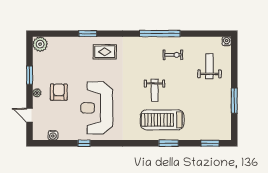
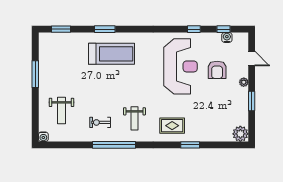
weight bench: (155, 90) -> (134, 118), moved, turned 180
armchair: (59, 92) -> (217, 70), moved
window: (56, 143) -> (224, 29), added

